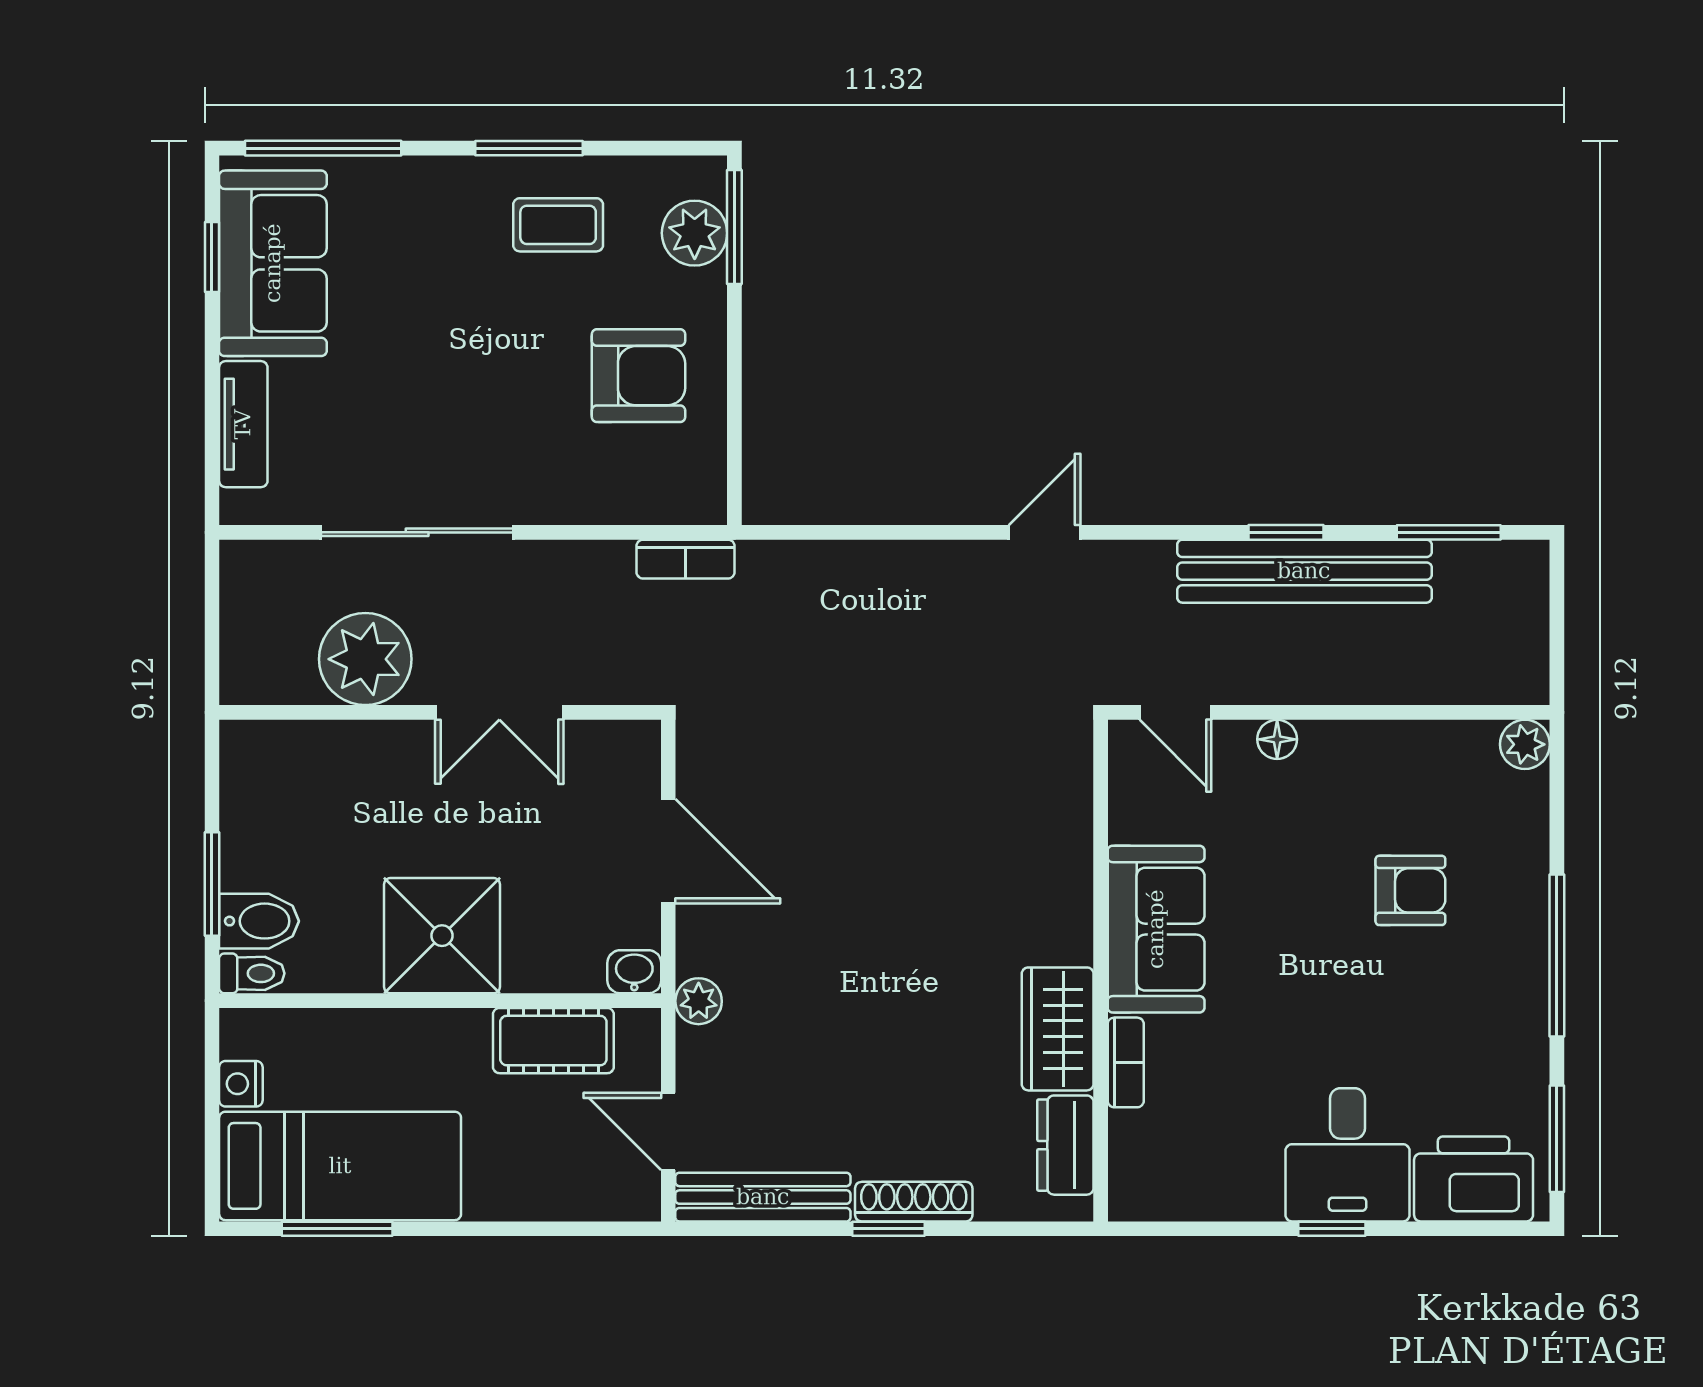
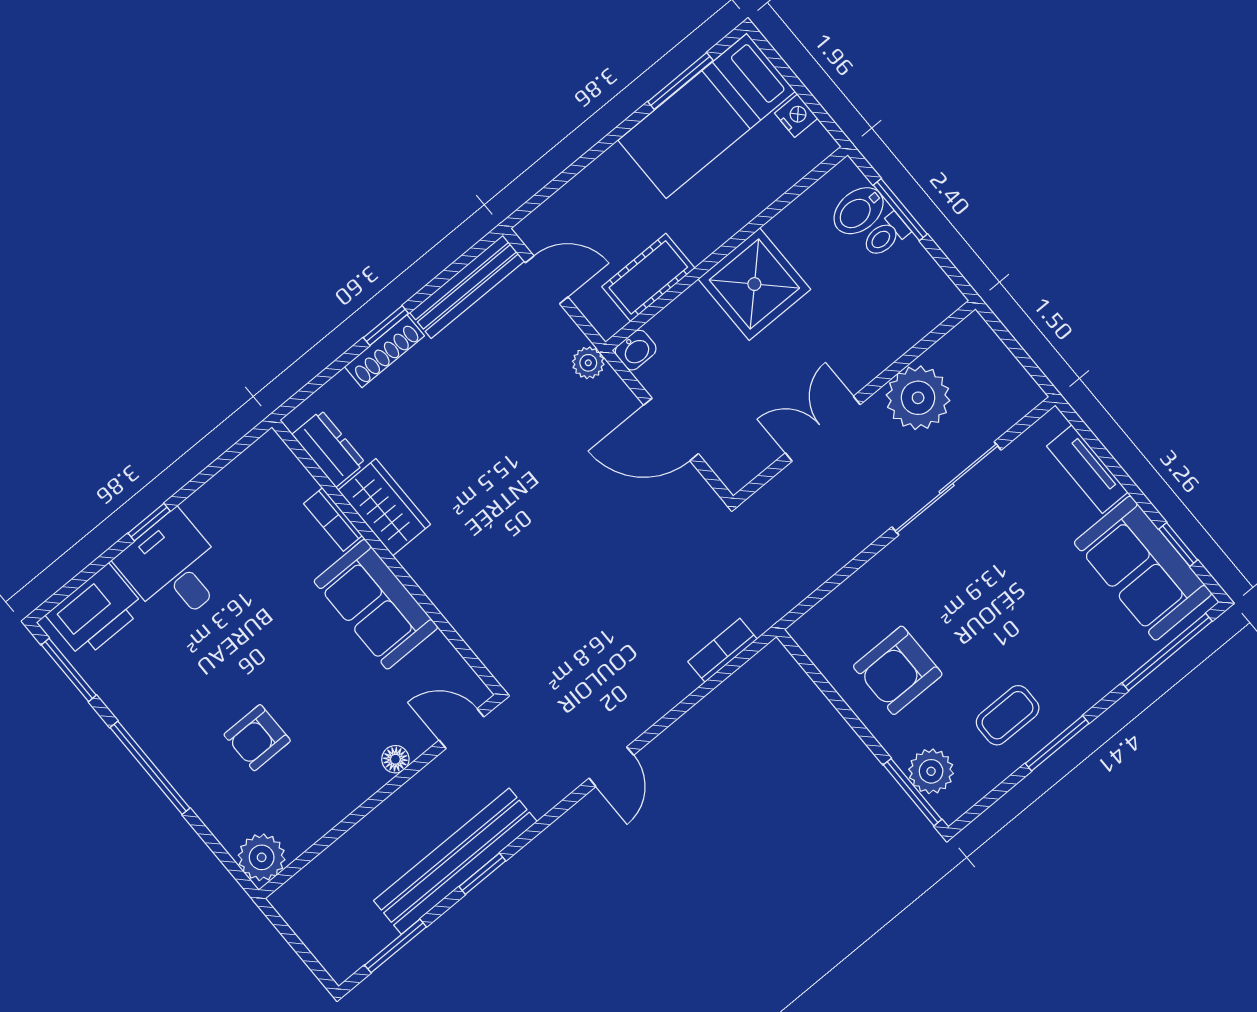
bookcase: (686, 559) -> (723, 650), moved
plant: (1525, 744) -> (262, 857), width x1.38, depth x1.38
toilet: (252, 973) -> (886, 235), moved

